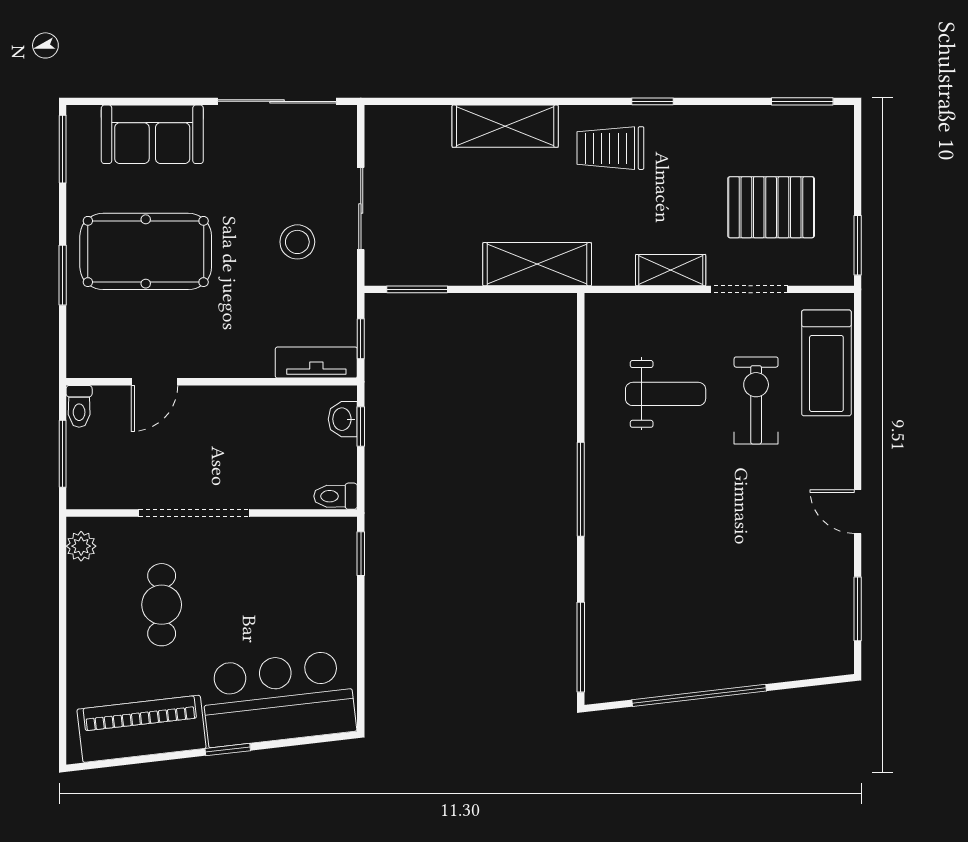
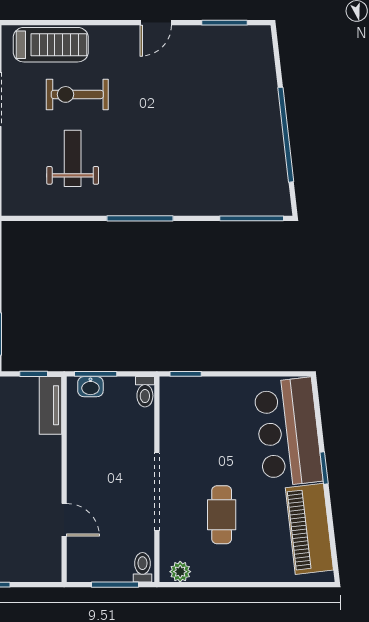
toilet: (79, 406) -> (142, 567), moved, turned -90
window: (361, 426) -> (96, 374), width x1.50
cafe table: (162, 605) -> (222, 515), turned 90

